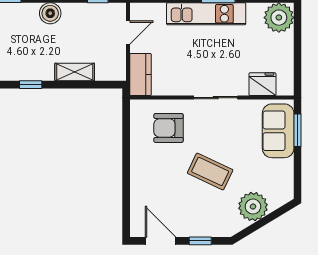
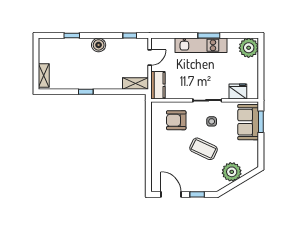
shelving: (75, 72) -> (136, 83), moved
side table: (222, 130) -> (212, 121), added

